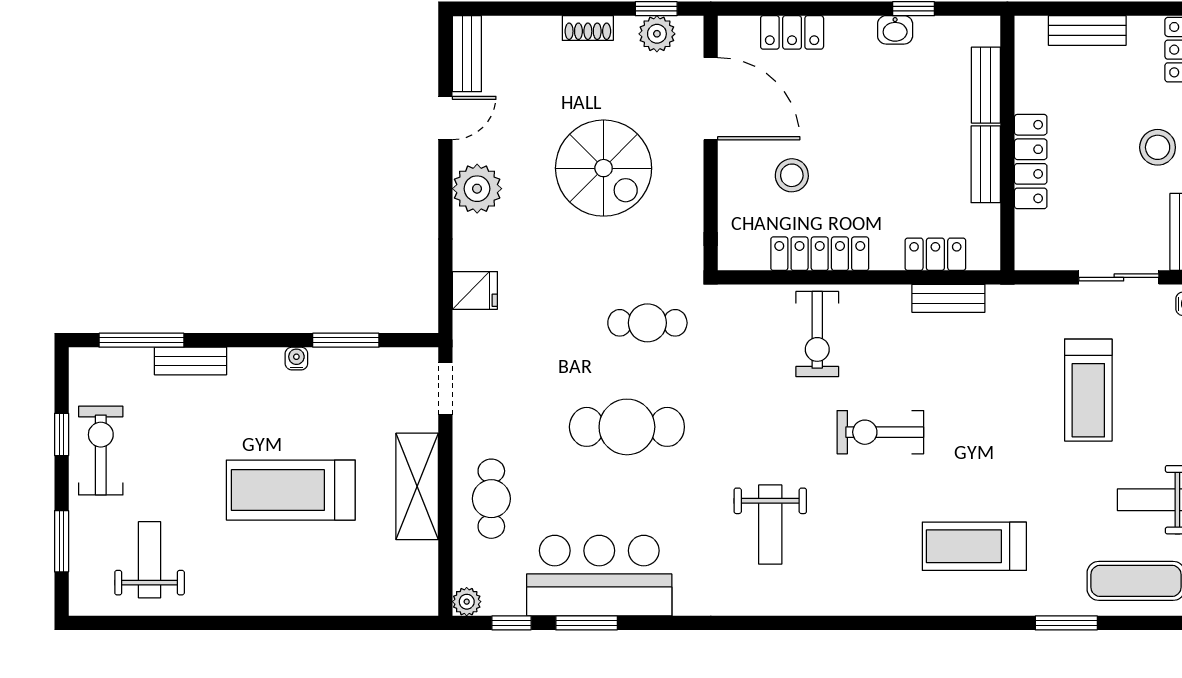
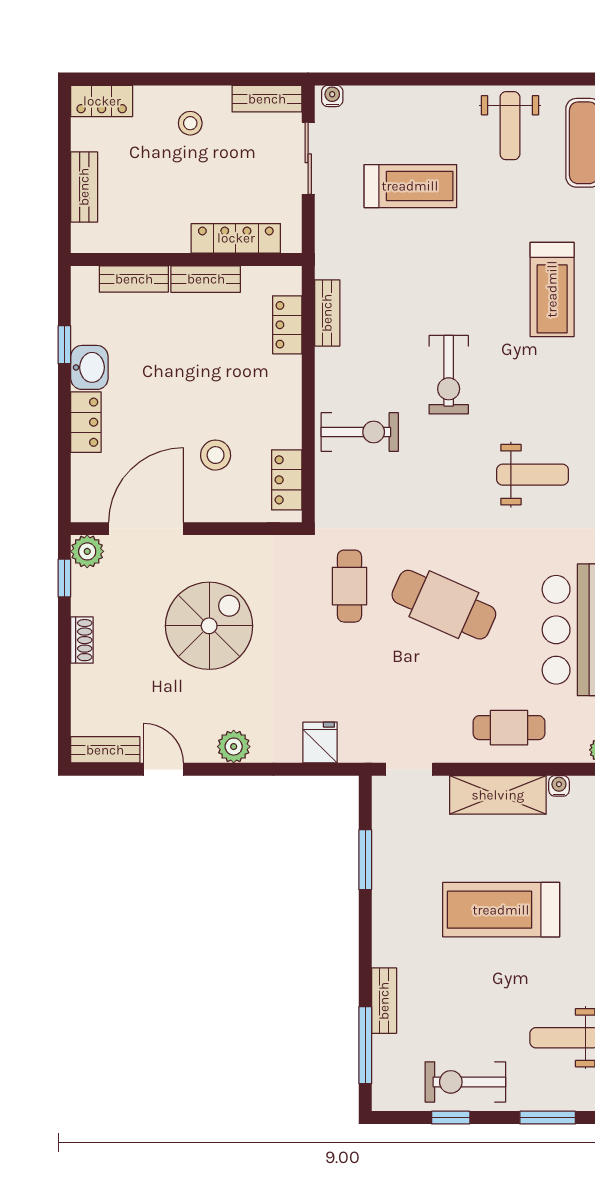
washbasin: (895, 30) -> (89, 367), width x1.38, depth x1.45
locker: (792, 32) -> (86, 422), moved
plant: (657, 34) -> (87, 551), moved
stool: (1158, 147) -> (190, 123), width x0.73, depth x0.73
locker: (1031, 162) -> (236, 238), moved
plant: (477, 189) -> (234, 747), width x0.73, depth x0.73
locker: (820, 254) -> (287, 480), moved, width x0.66
water cooler: (296, 359) -> (559, 786), moved, turned 90
cafe table: (627, 427) -> (444, 605), turned -66
treadmill: (291, 490) -> (501, 910), turned 90

